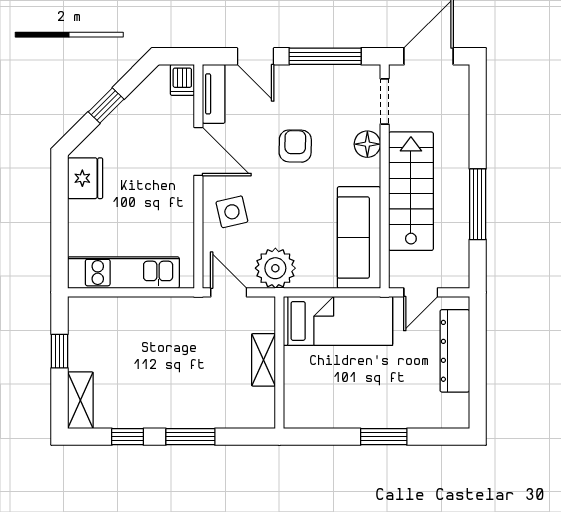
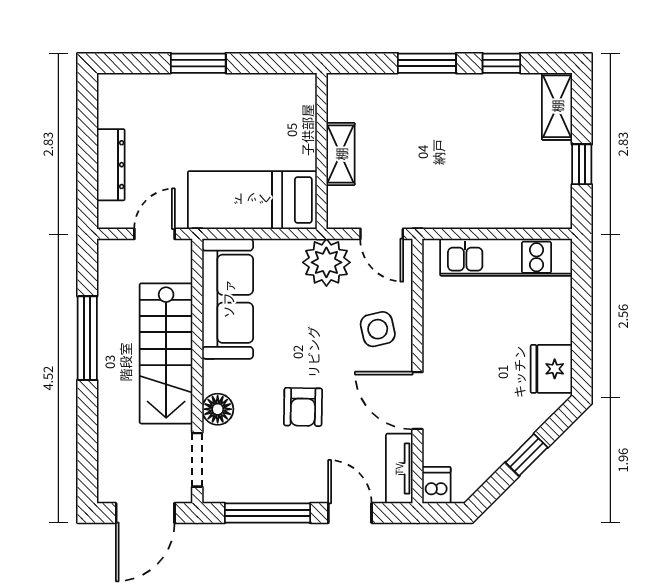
dresser: (455, 351) -> (111, 165), width x0.73, depth x0.80

